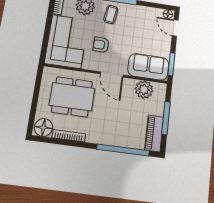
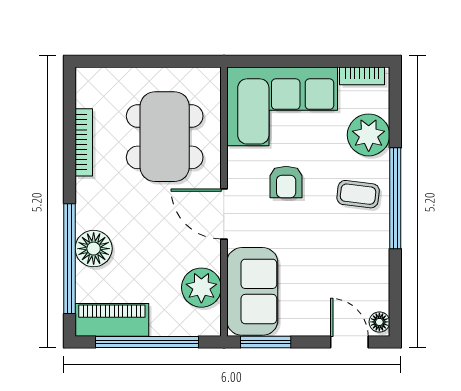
door: (175, 28) -> (349, 342), hinge flipped
armchair: (101, 45) -> (286, 182), turned 180
door: (112, 74) -> (224, 214), hinge flipped
window: (166, 118) -> (147, 342), width x1.46
floor lamp: (43, 127) -> (94, 249), moved

